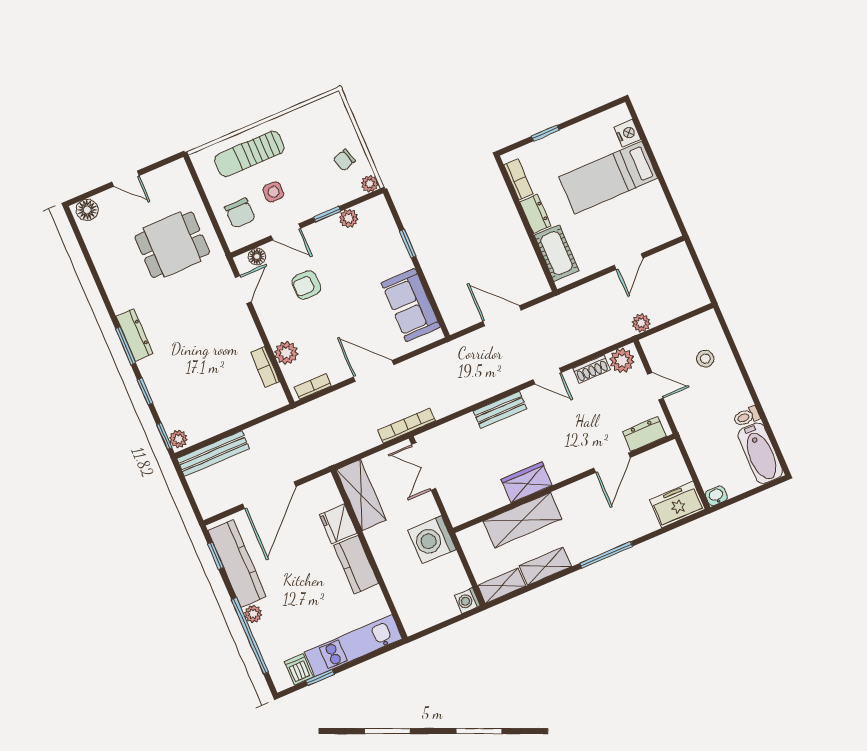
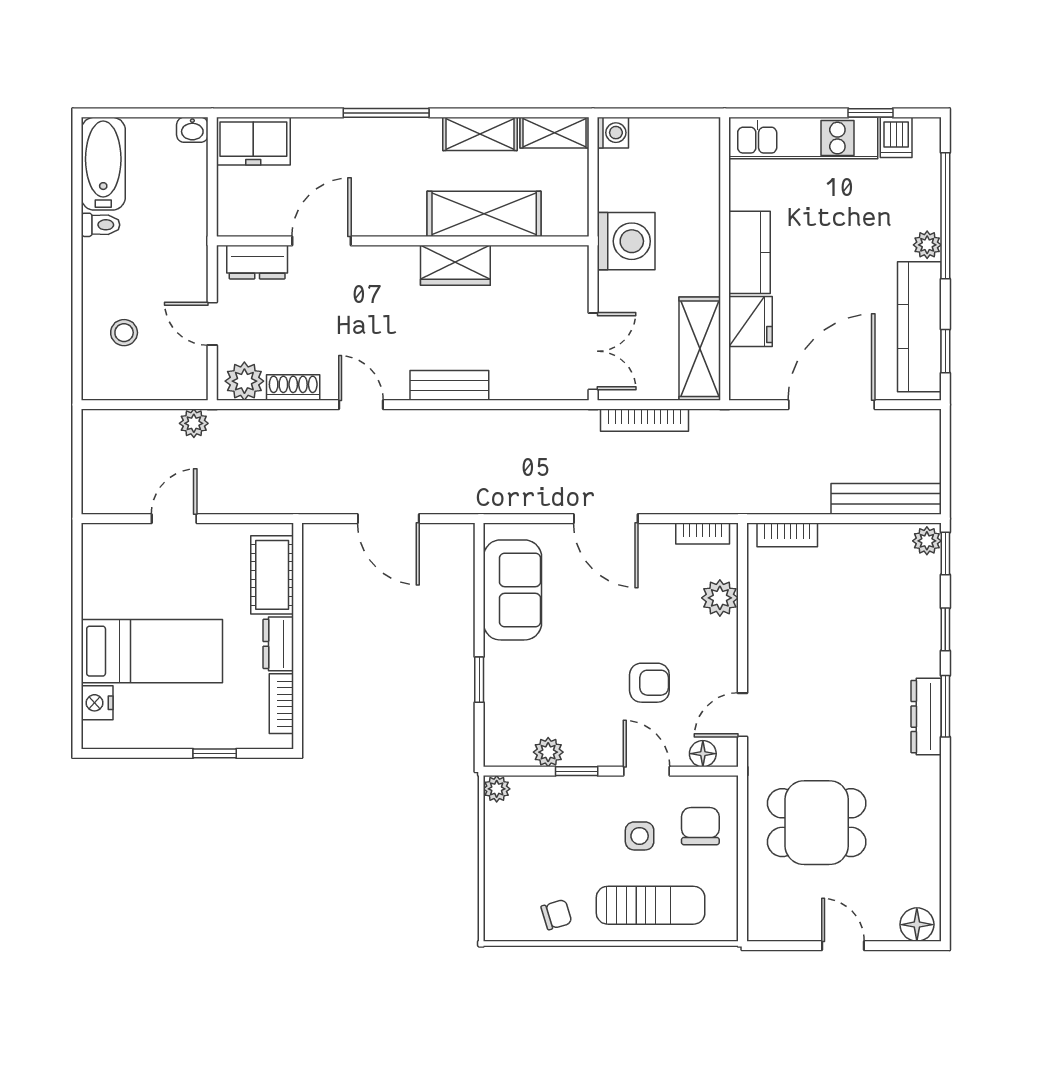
chair: (344, 160) -> (556, 915), moved
bookcase: (265, 367) -> (787, 535), moved, turned 90
bookcase: (406, 426) -> (644, 420), moved

